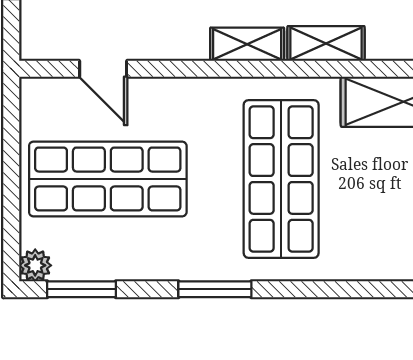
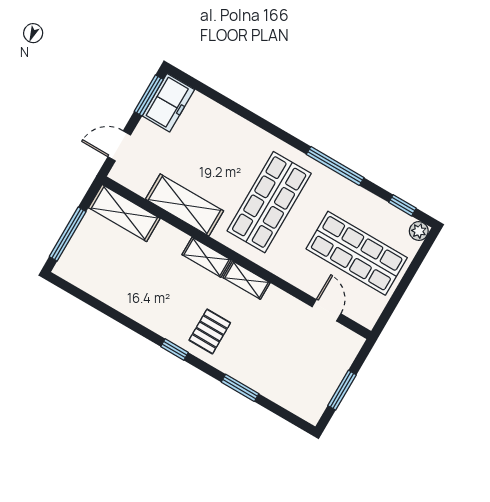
window: (82, 289) -> (402, 205), width x0.67
window: (215, 289) -> (335, 166), width x1.44

